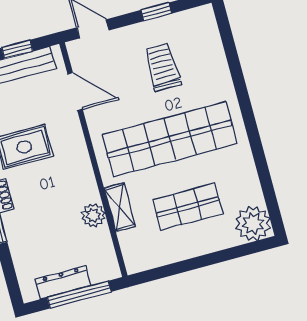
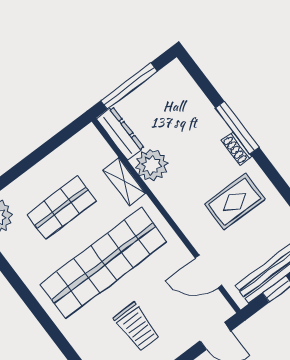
plant: (93, 215) -> (152, 165), width x1.36, depth x1.36
dresser: (63, 282) -> (120, 133), moved, turned -90

